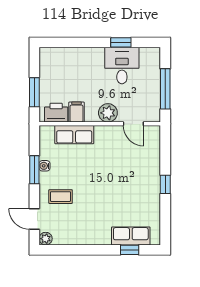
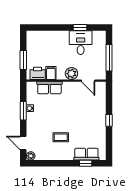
coffee table: (61, 197) -> (61, 137), moved

